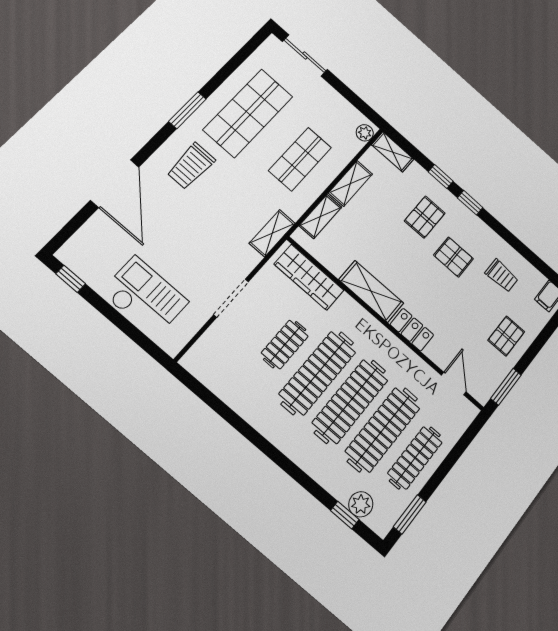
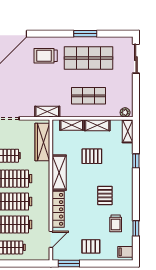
window: (187, 110) -> (85, 34), moved
window: (470, 203) -> (136, 228), moved
pallet: (425, 217) -> (92, 156), moved
locker: (412, 330) -> (58, 209), width x1.53

